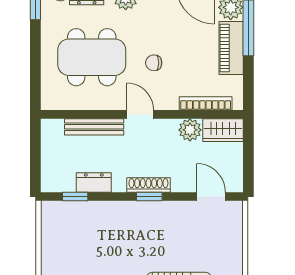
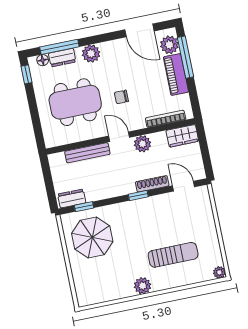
plant: (190, 130) -> (142, 144), moved
dresser: (94, 182) -> (72, 198), moved
shoe rack: (148, 185) -> (152, 184), moved
parasol: (78, 239) -> (92, 237), added

